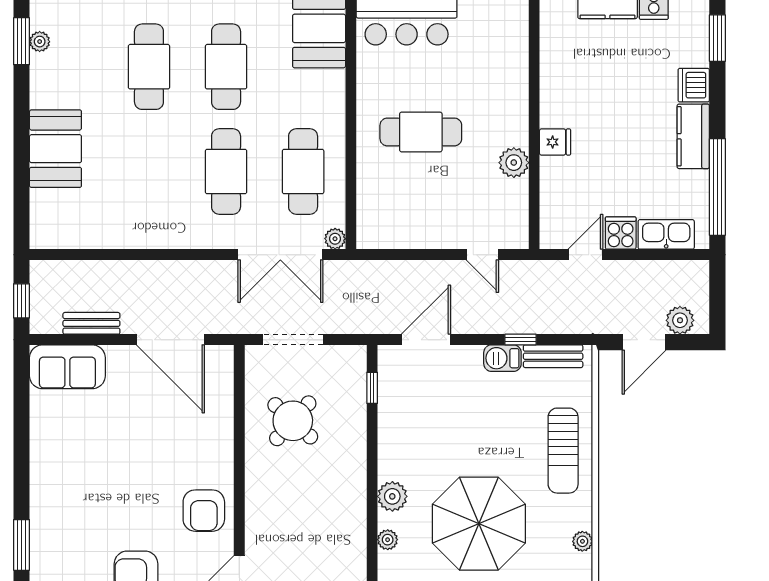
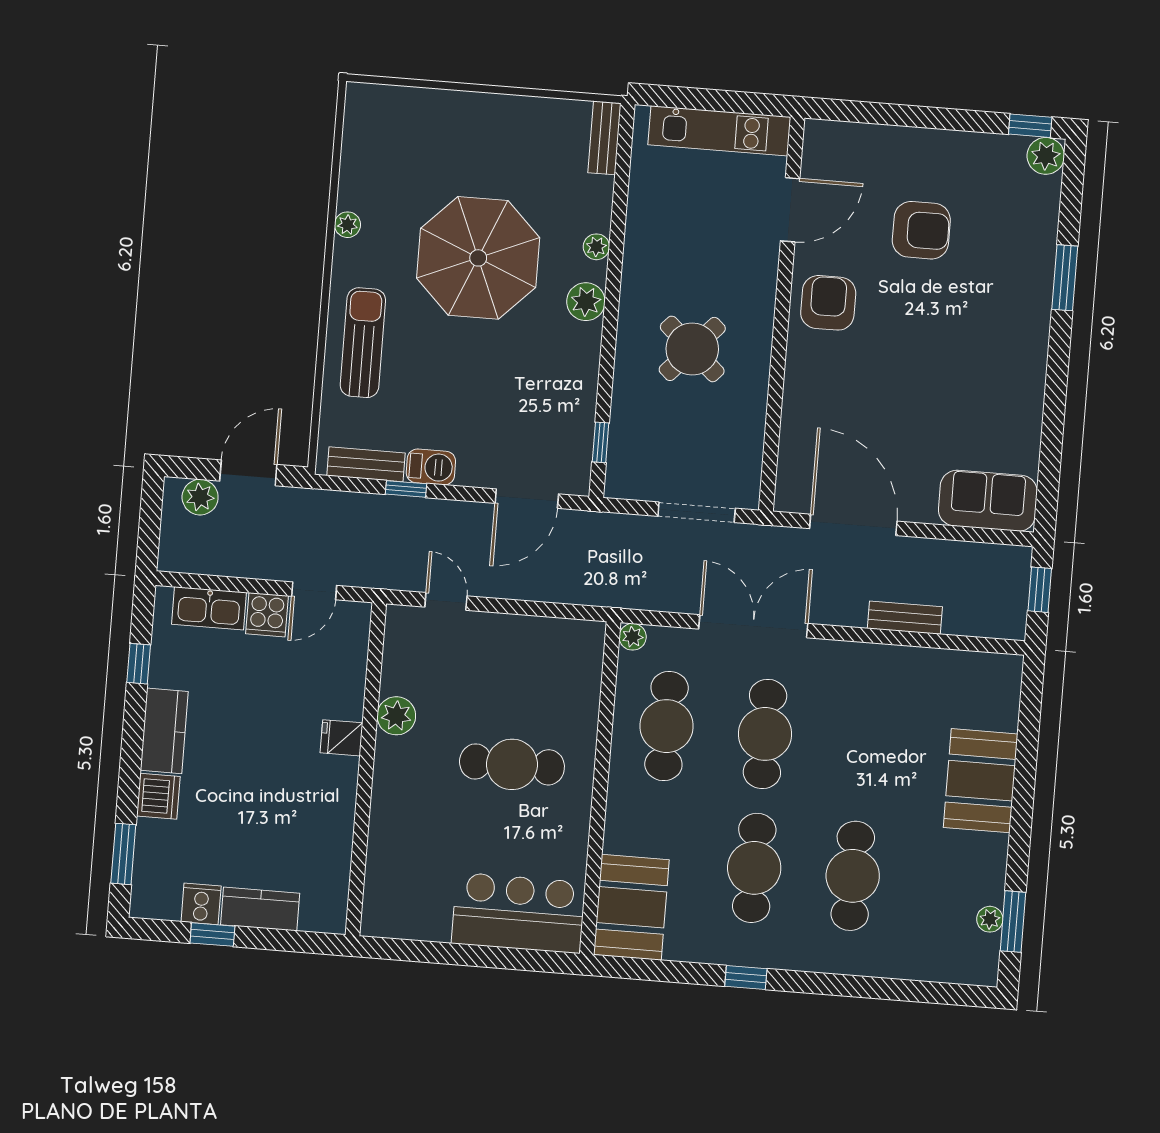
window: (717, 187) -> (139, 664), width x0.32
double door: (280, 255) -> (753, 626), moved
bench: (91, 323) -> (905, 618), moved
round table: (293, 421) -> (692, 349), moved

